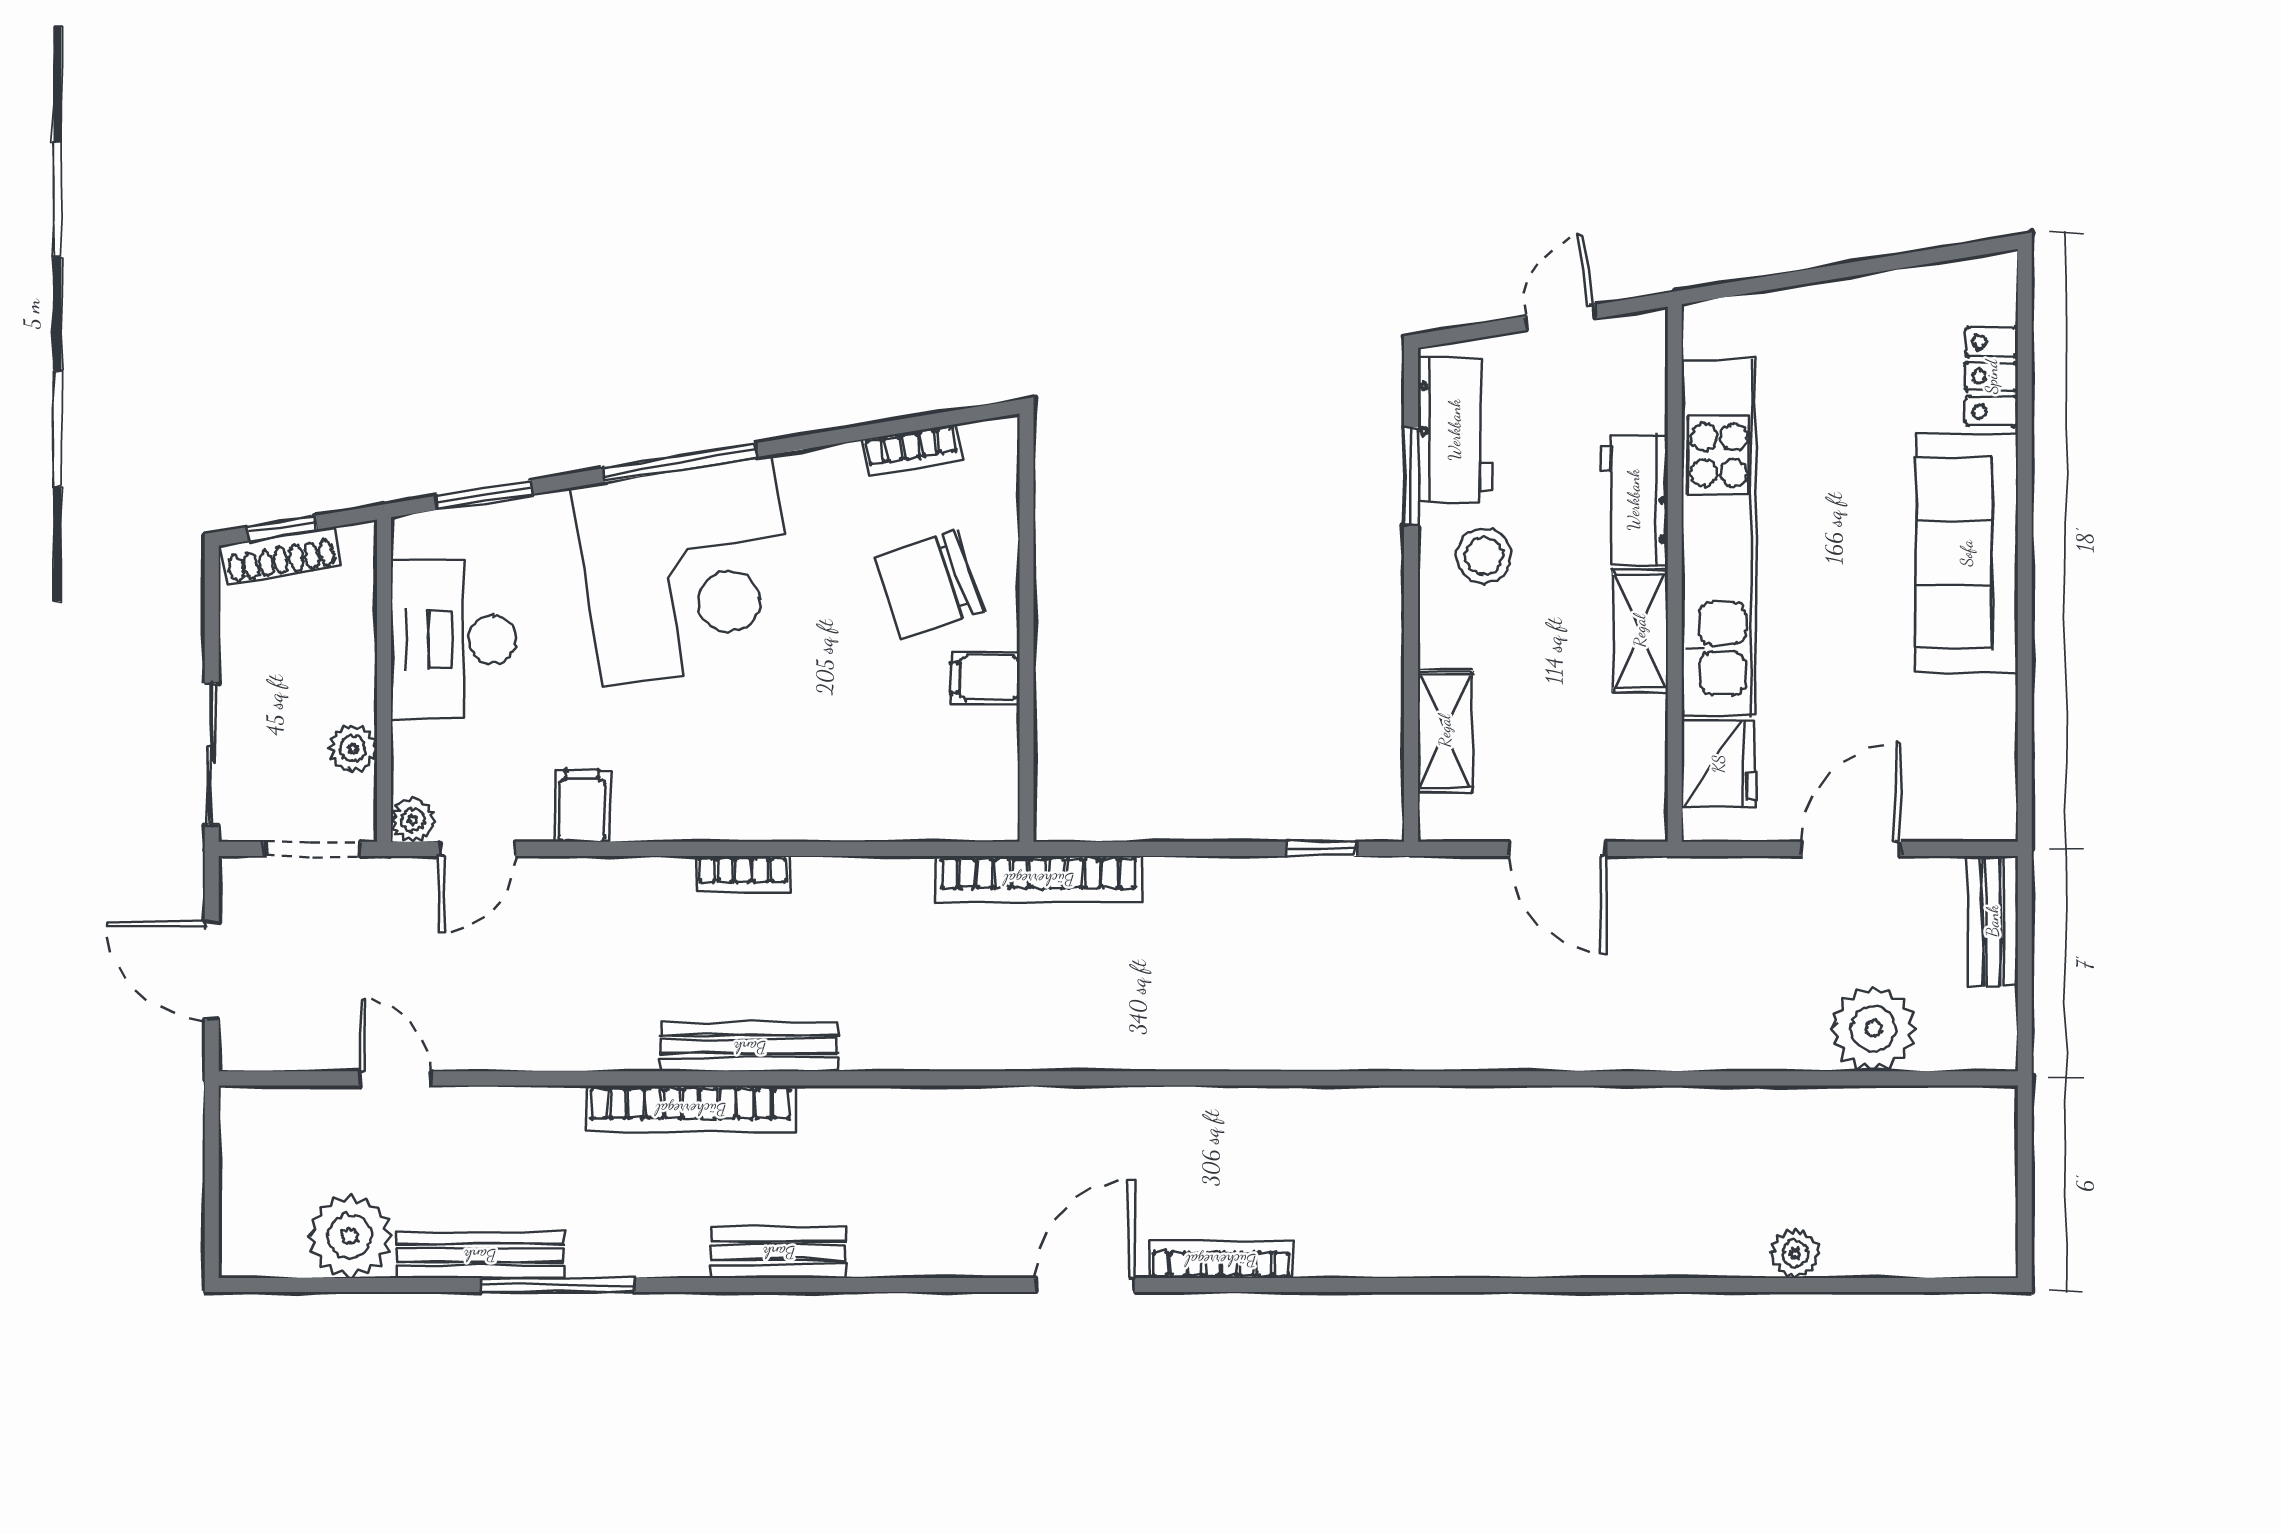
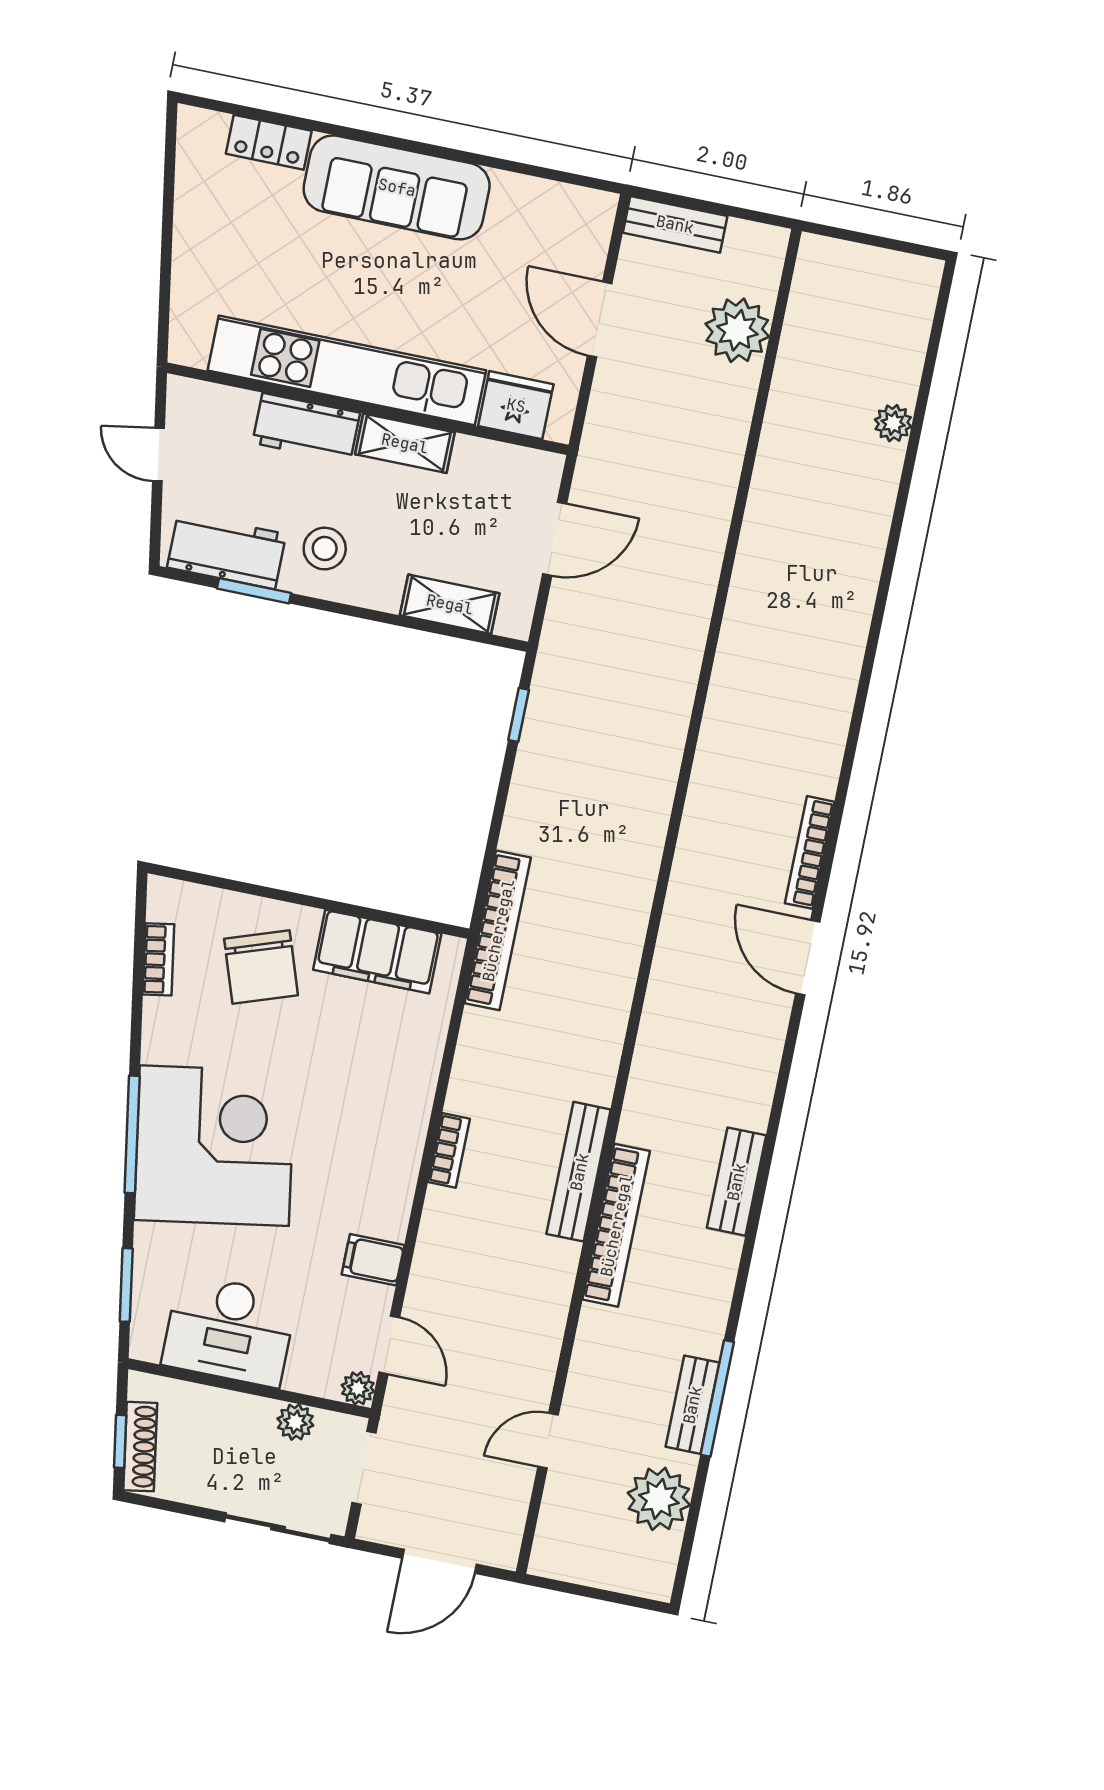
filing cabinet: (985, 678) -> (377, 952), width x3.00, depth x1.17
bench: (480, 1255) -> (692, 1405), width x0.73
window: (558, 1285) -> (717, 1398), moved

